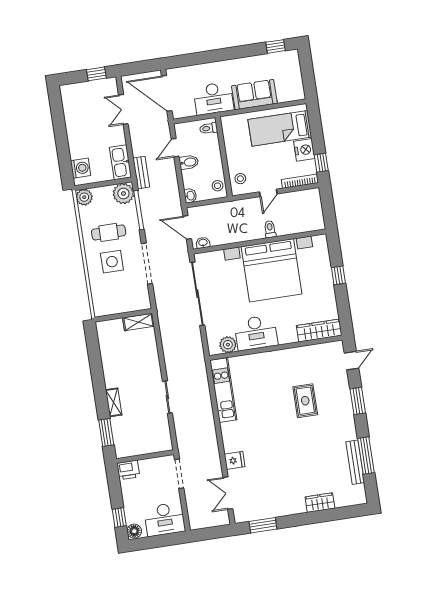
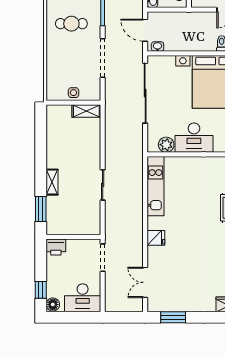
side table: (112, 262) -> (73, 93), moved, width x0.54, depth x0.54
fridge: (235, 460) -> (156, 238), moved

